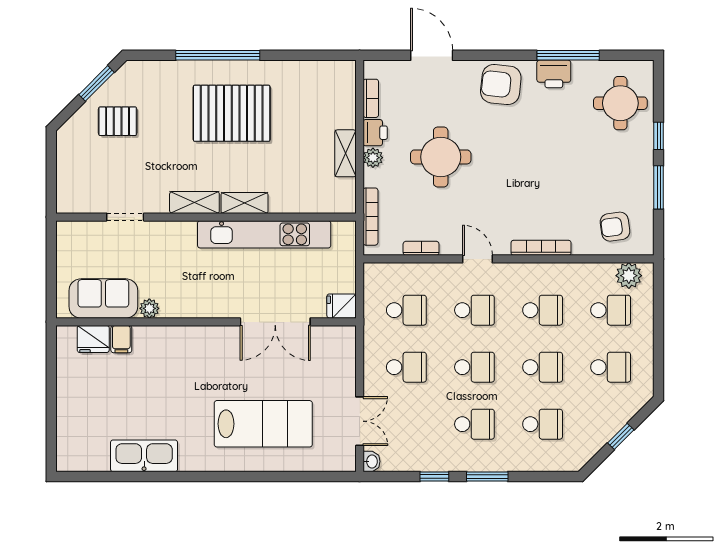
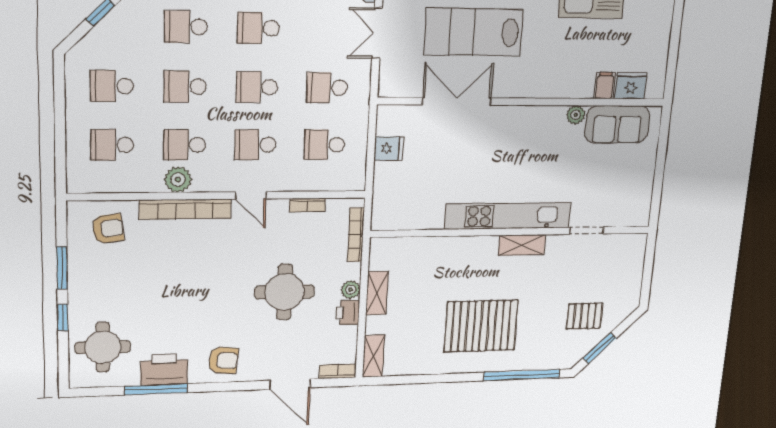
window: (218, 55) -> (522, 375), moved
printer: (554, 74) -> (164, 370), width x1.37, depth x1.19
armchair: (501, 85) -> (223, 360), width x0.72, depth x0.72
bookcase: (371, 98) -> (338, 371), moved, turned 90
shelving: (245, 203) -> (373, 356), moved, turned 90
kitchen unit: (264, 234) -> (508, 216), moved
bookcase: (541, 248) -> (185, 209), width x1.48, depth x1.31
plant: (629, 276) -> (178, 180), moved
sofa: (103, 298) -> (617, 125), moved
plant: (149, 308) -> (576, 115), moved
wall: (206, 322) -> (523, 102), moved
double door: (275, 322) -> (457, 101), moved
fridge: (93, 339) -> (631, 86), moved
filing cabinet: (121, 339) -> (605, 86), moved

